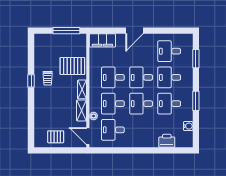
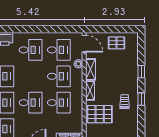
desk: (141, 104) -> (31, 50), moved
window: (31, 108) -> (141, 72), added

